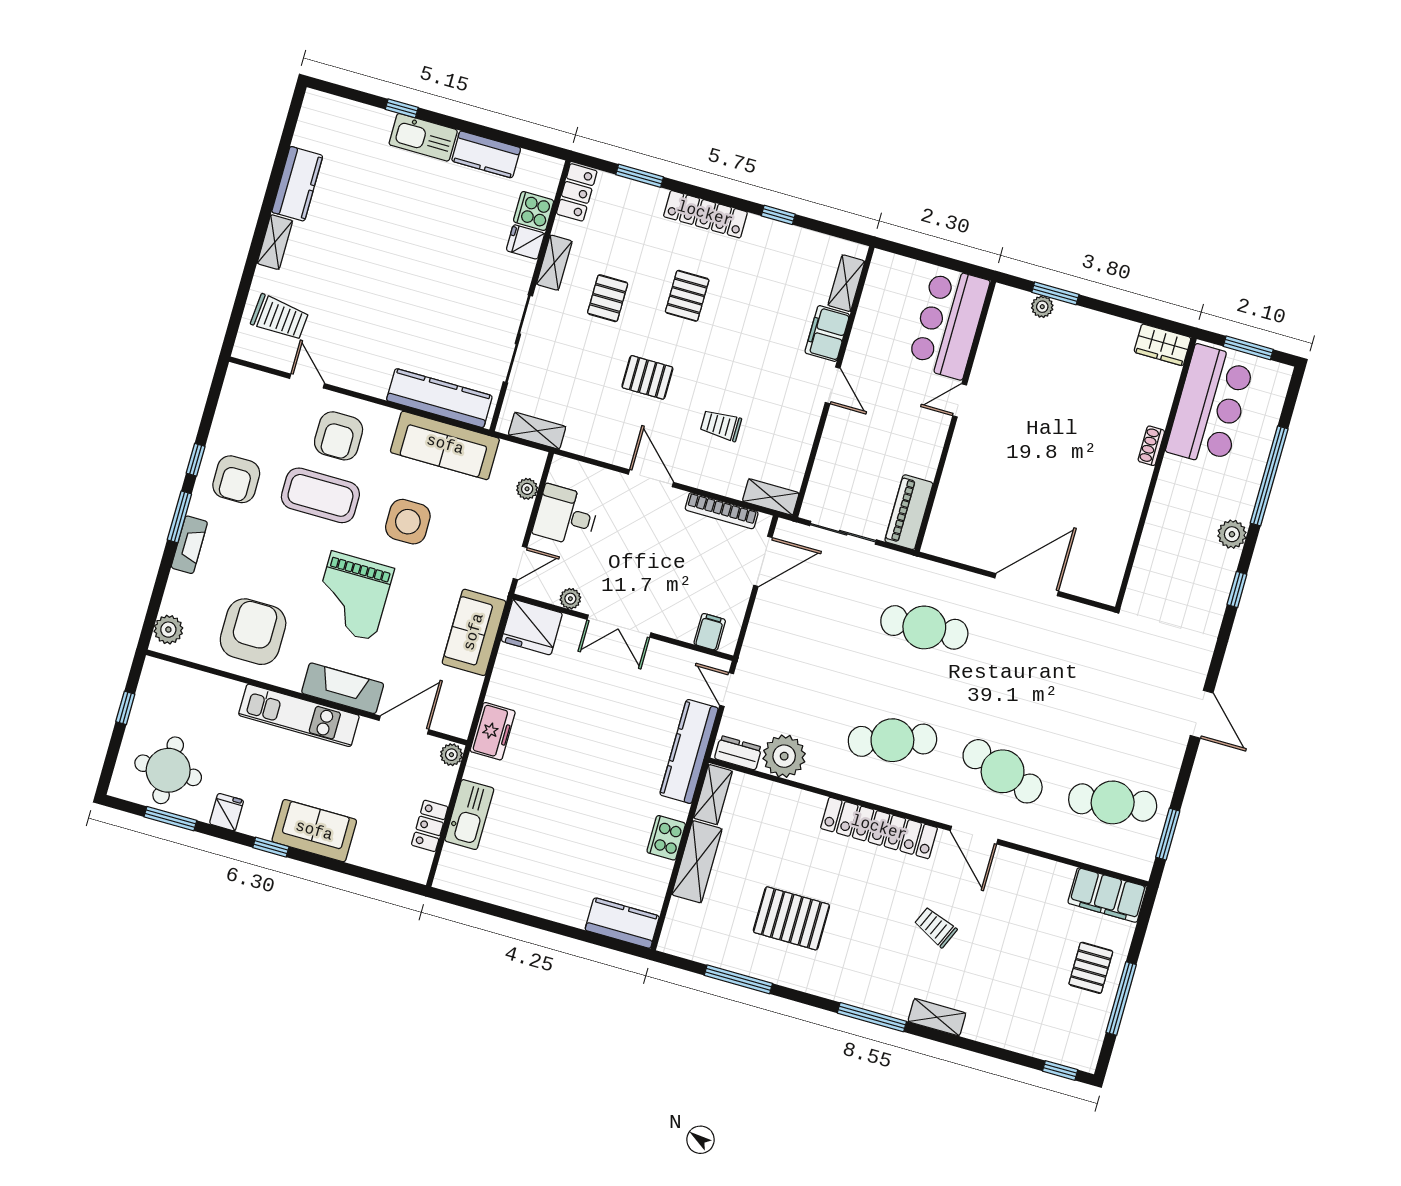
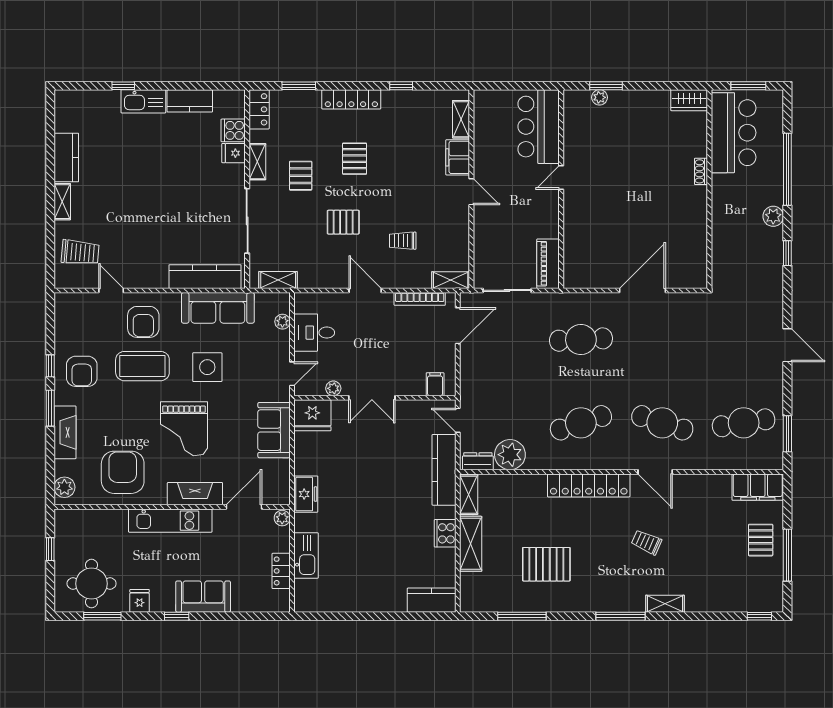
fireplace: (189, 545) -> (65, 432), width x1.37, depth x1.32

